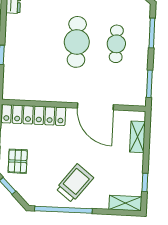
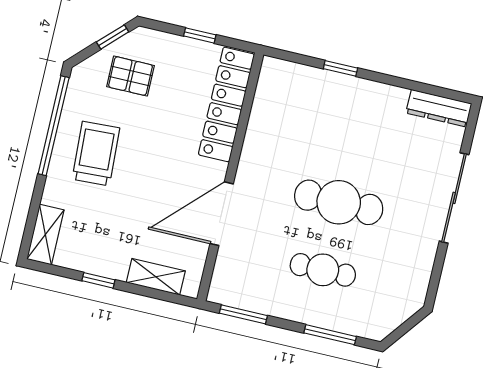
pallet: (18, 161) -> (131, 76), moved
window: (145, 182) -> (98, 280), moved
trolley: (75, 183) -> (96, 154), turned -131

